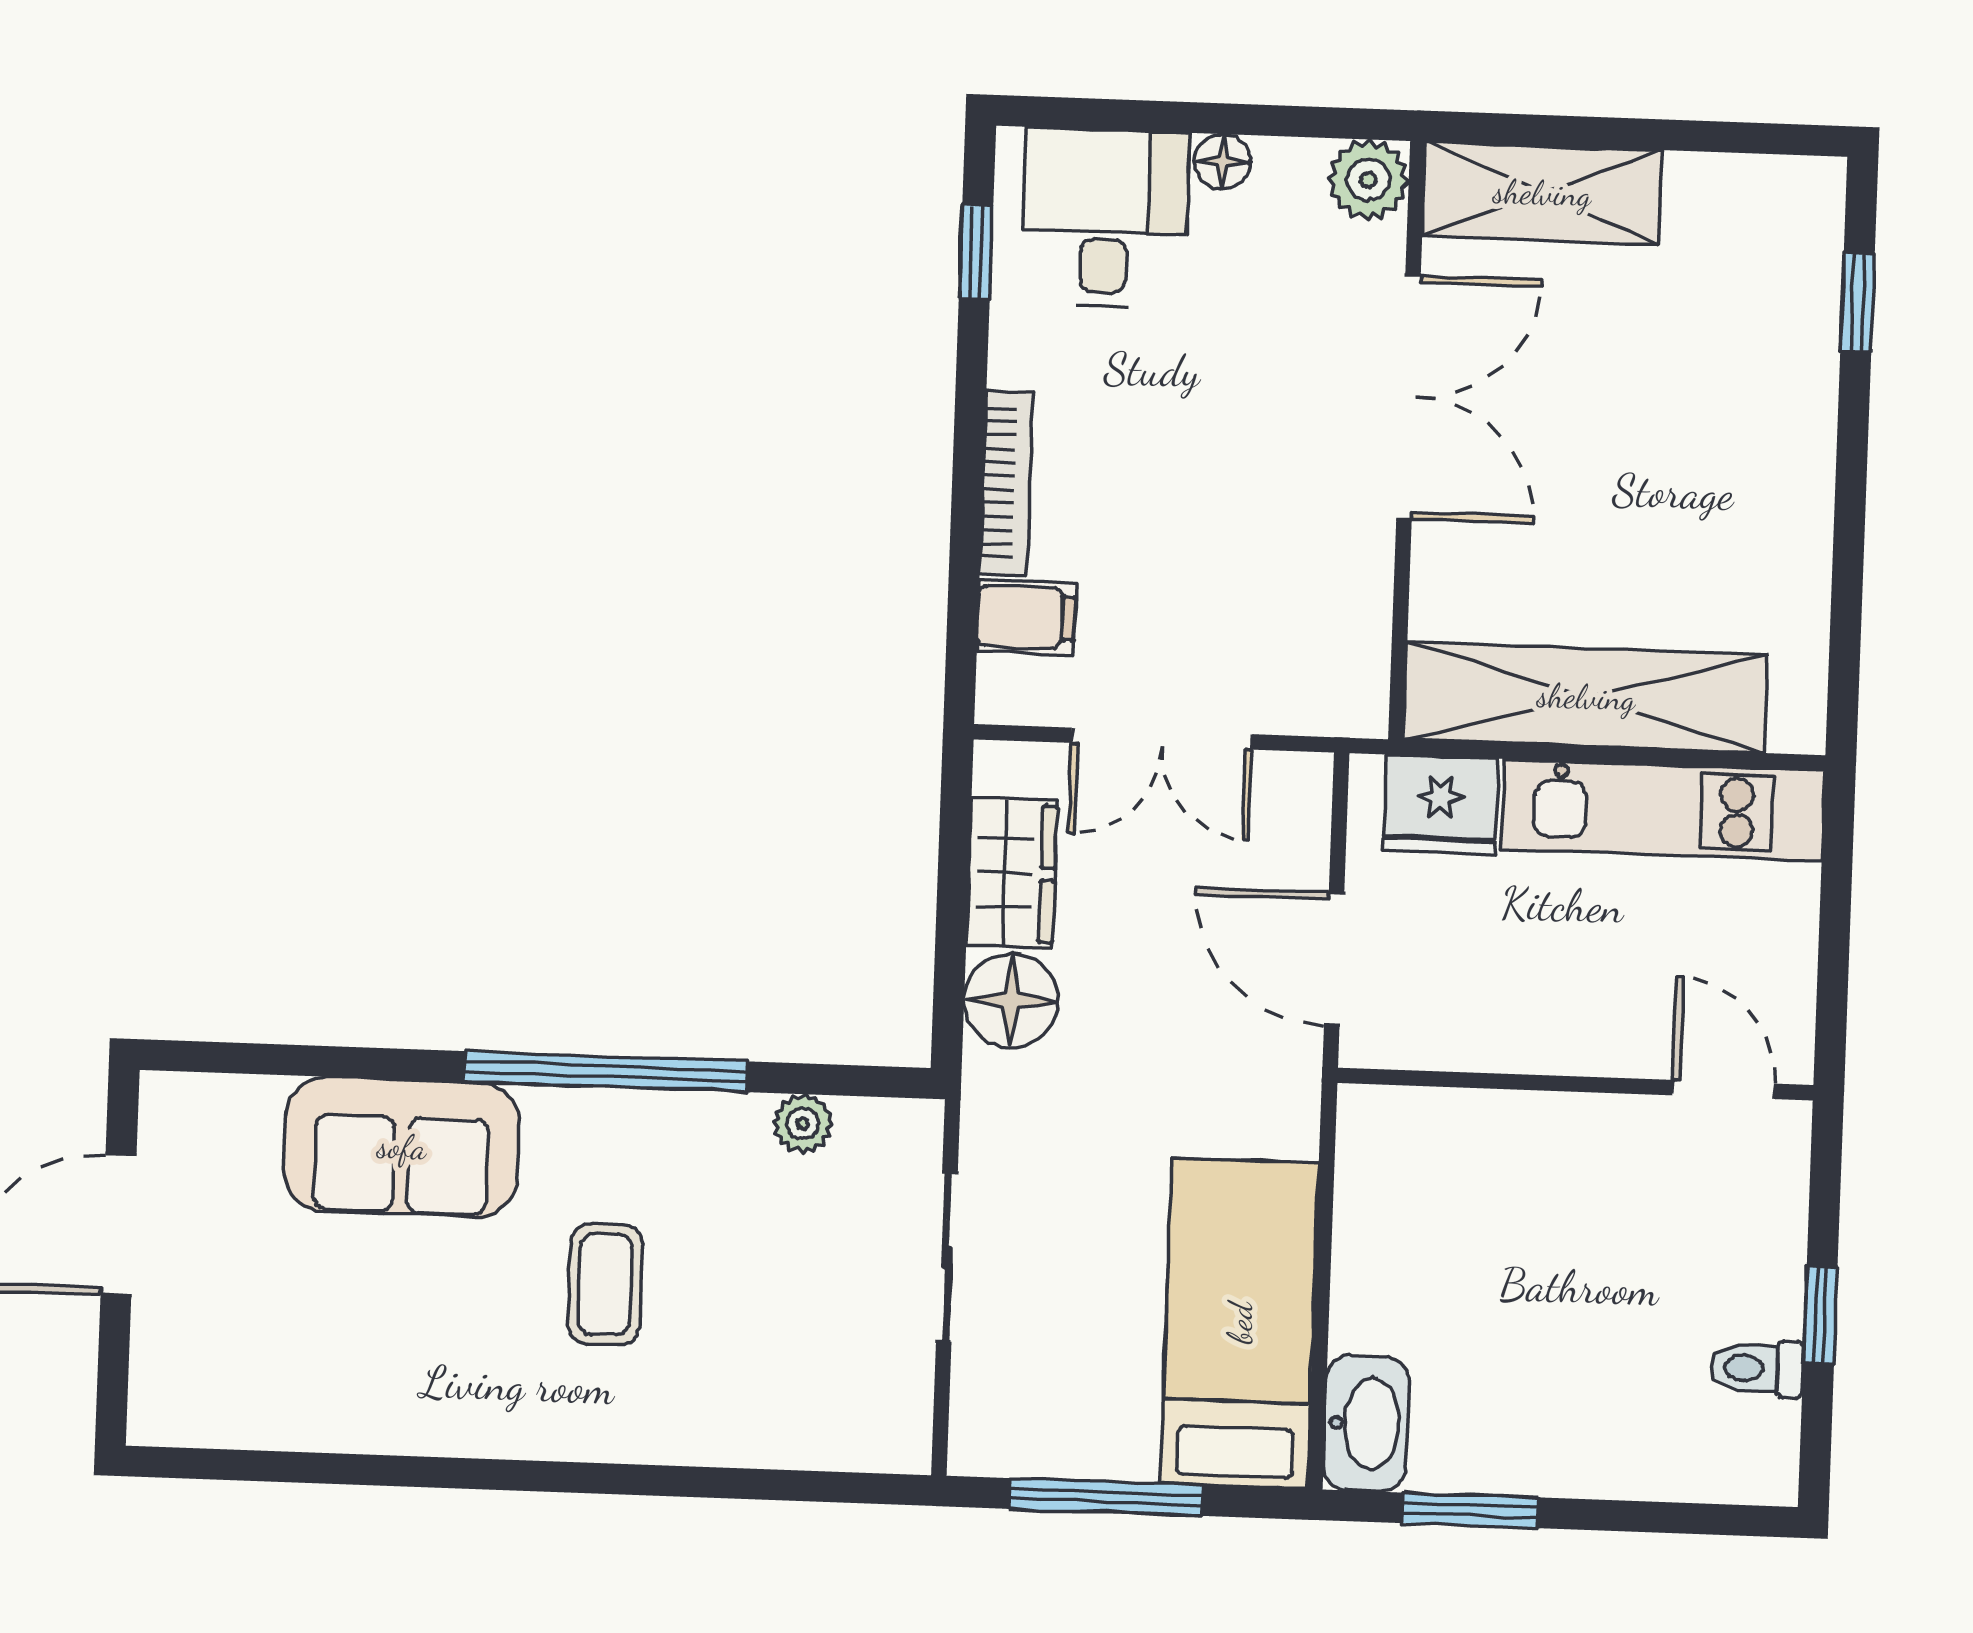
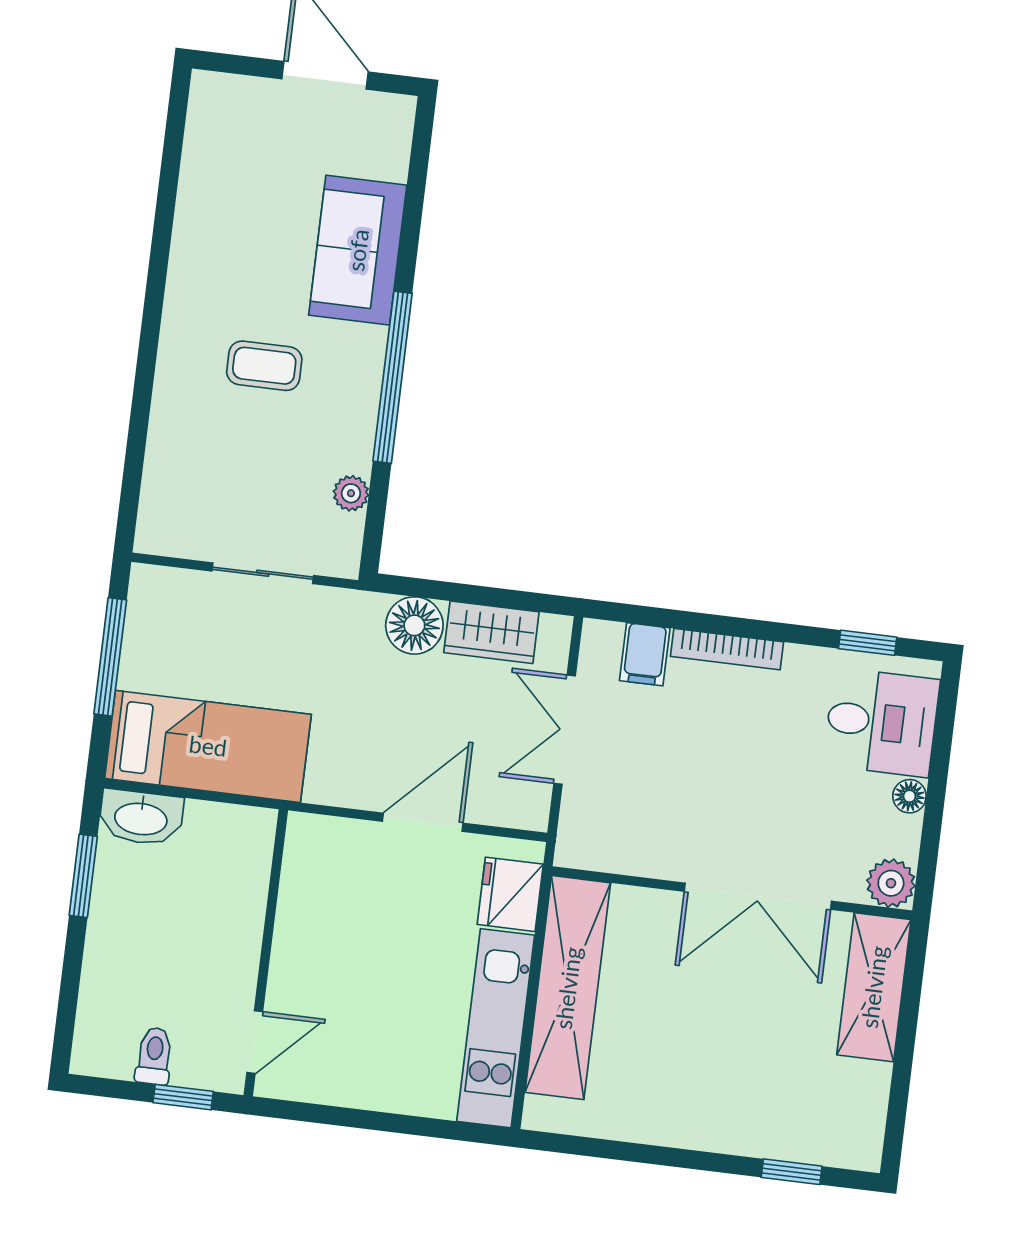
wall: (1575, 1084) -> (266, 953), moved
door: (1724, 1090) -> (255, 1042), moved

